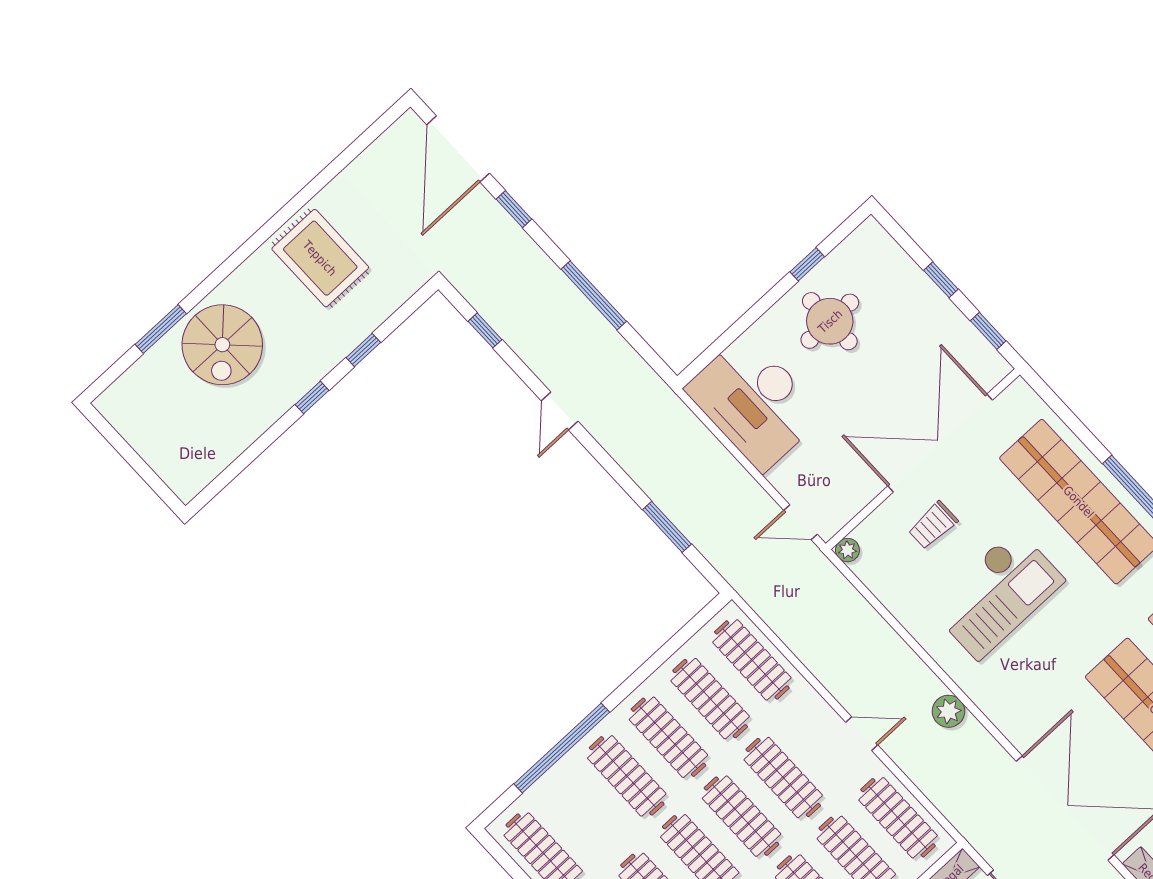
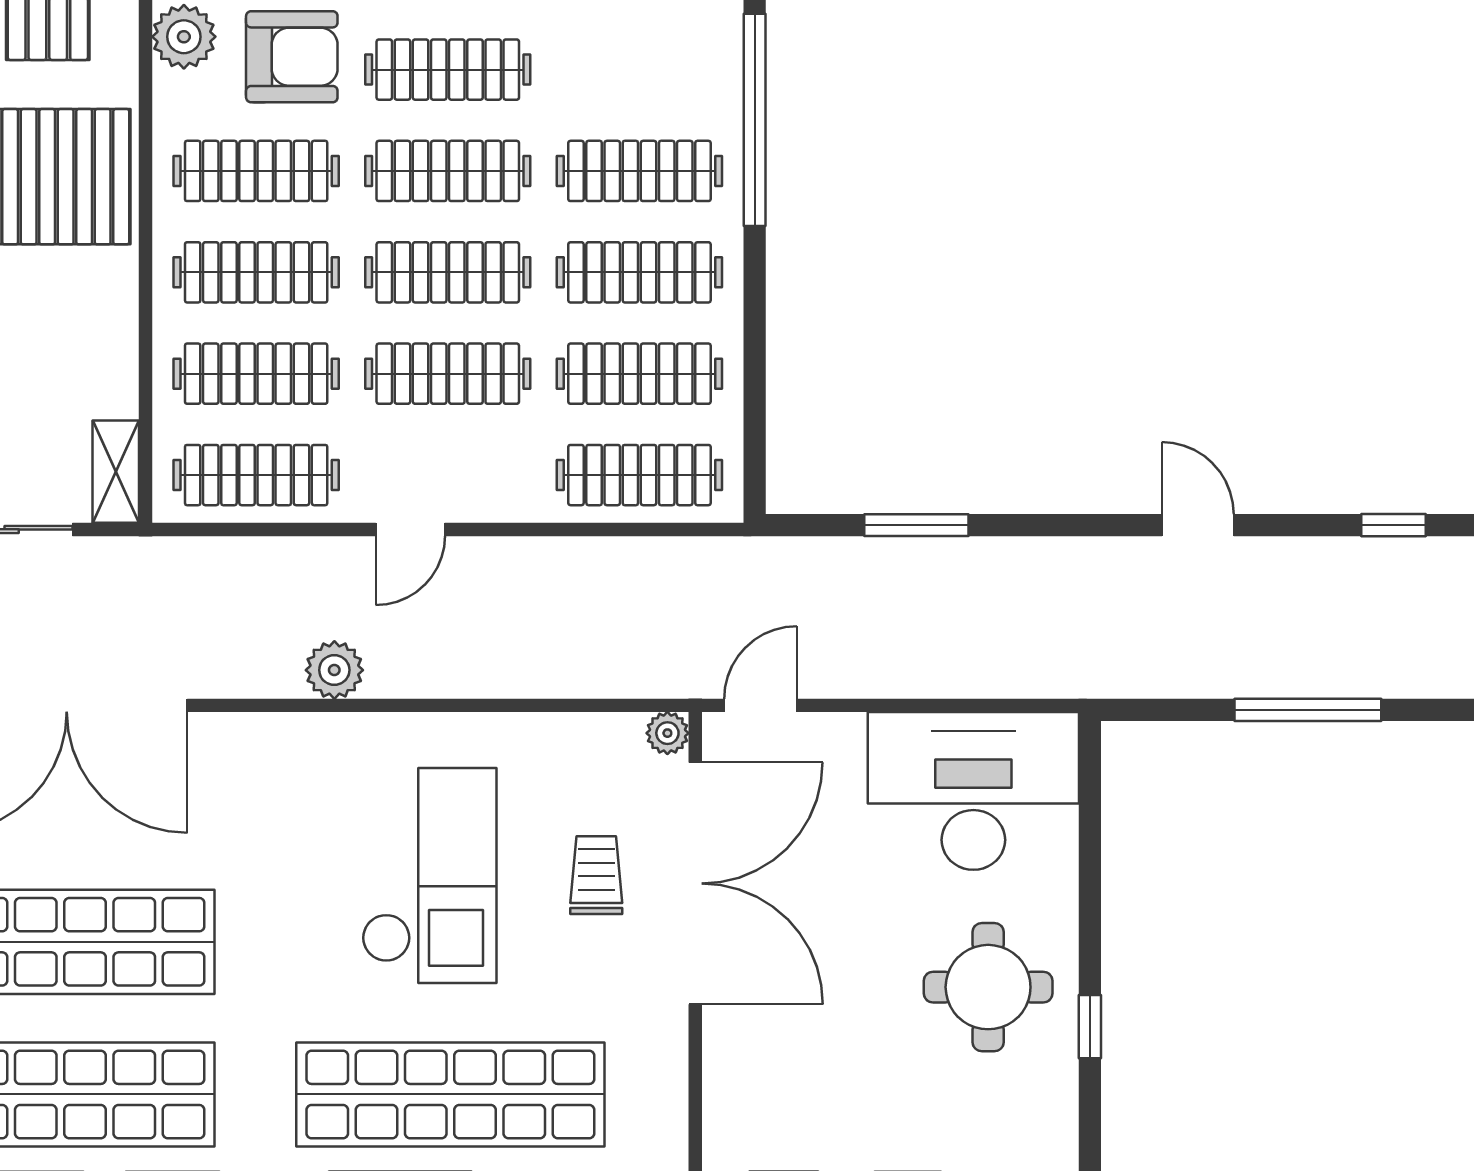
double door: (940, 443) -> (695, 883), moved
checkout: (997, 594) -> (429, 875), turned 180

